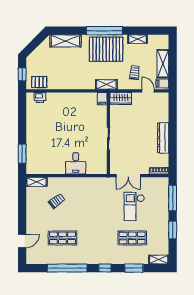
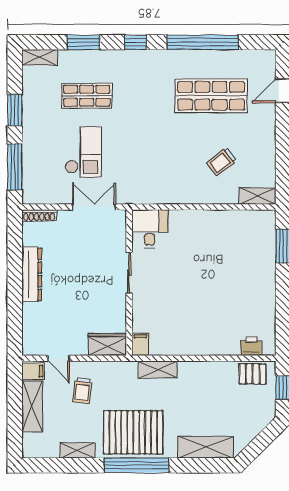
shelving: (106, 84) -> (158, 370), moved
desk: (76, 163) -> (150, 229), moved
shop shelf: (62, 238) -> (211, 96), width x1.43, depth x1.36

